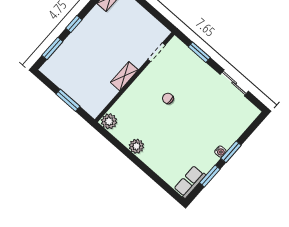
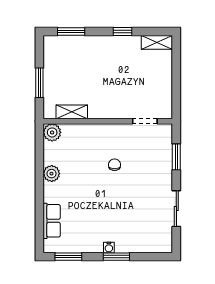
window: (74, 24) -> (123, 31), moved
shelving: (124, 76) -> (72, 112), moved
window: (210, 176) -> (68, 257), moved
row of seats: (190, 182) -> (52, 221), moved, turned 90

